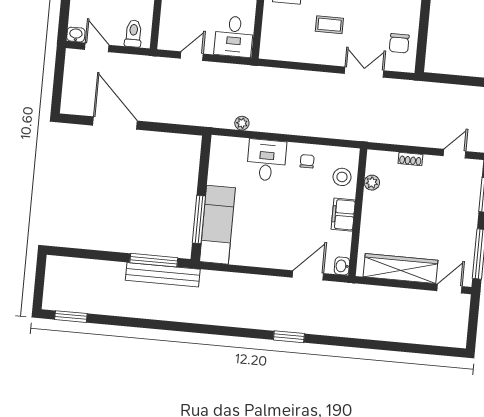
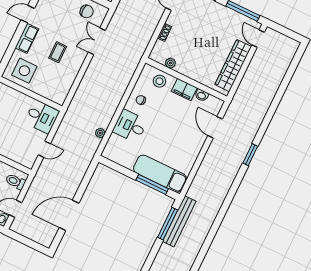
door: (192, 56) -> (44, 149), swing flipped
washbasin: (342, 266) -> (202, 95), moved

